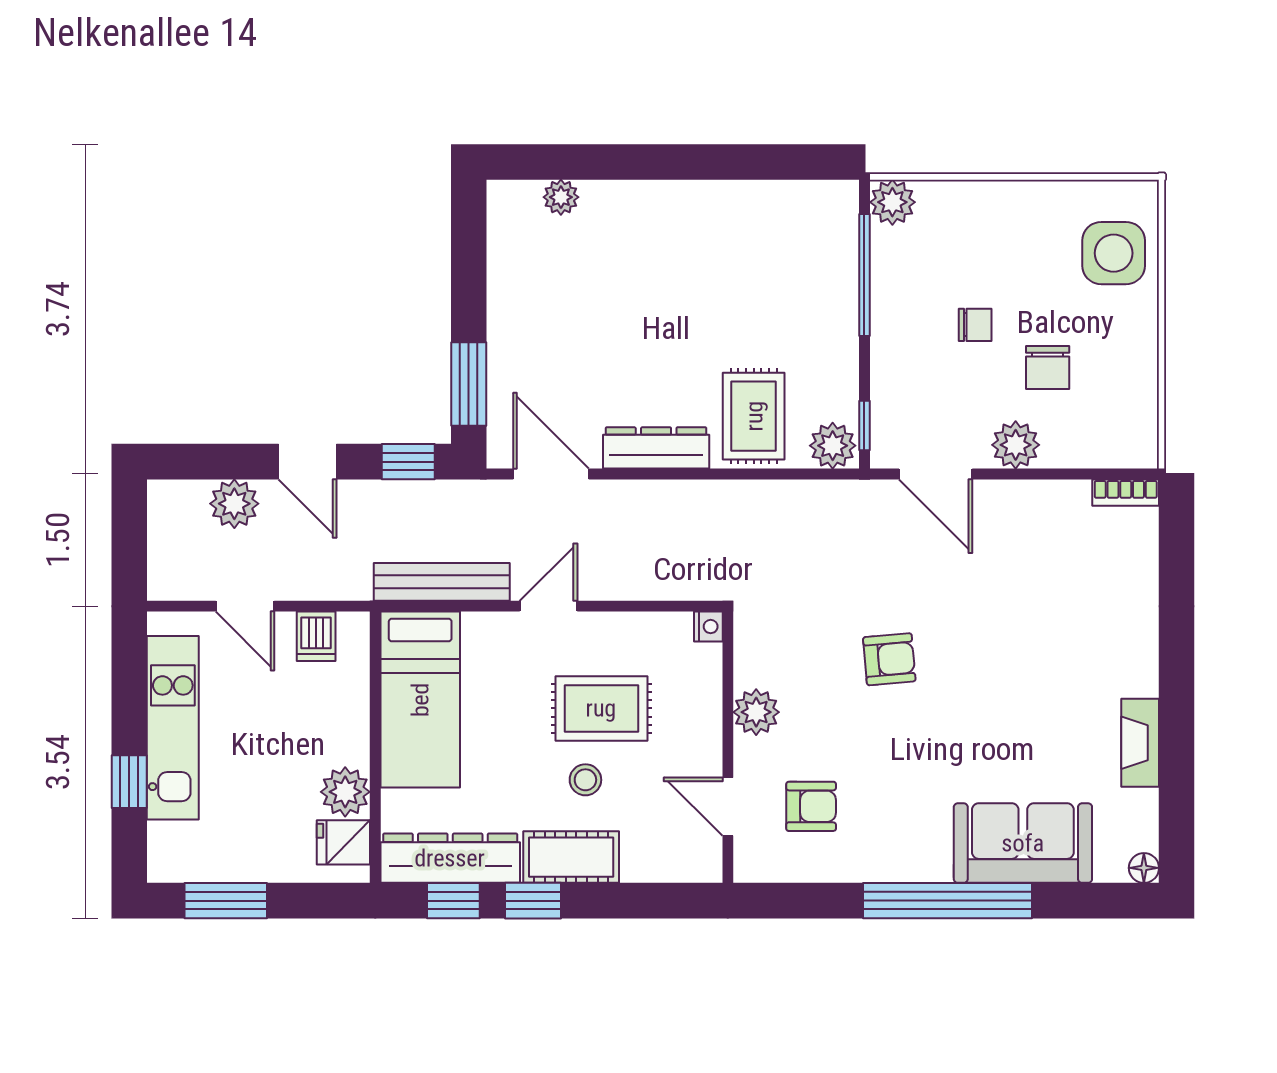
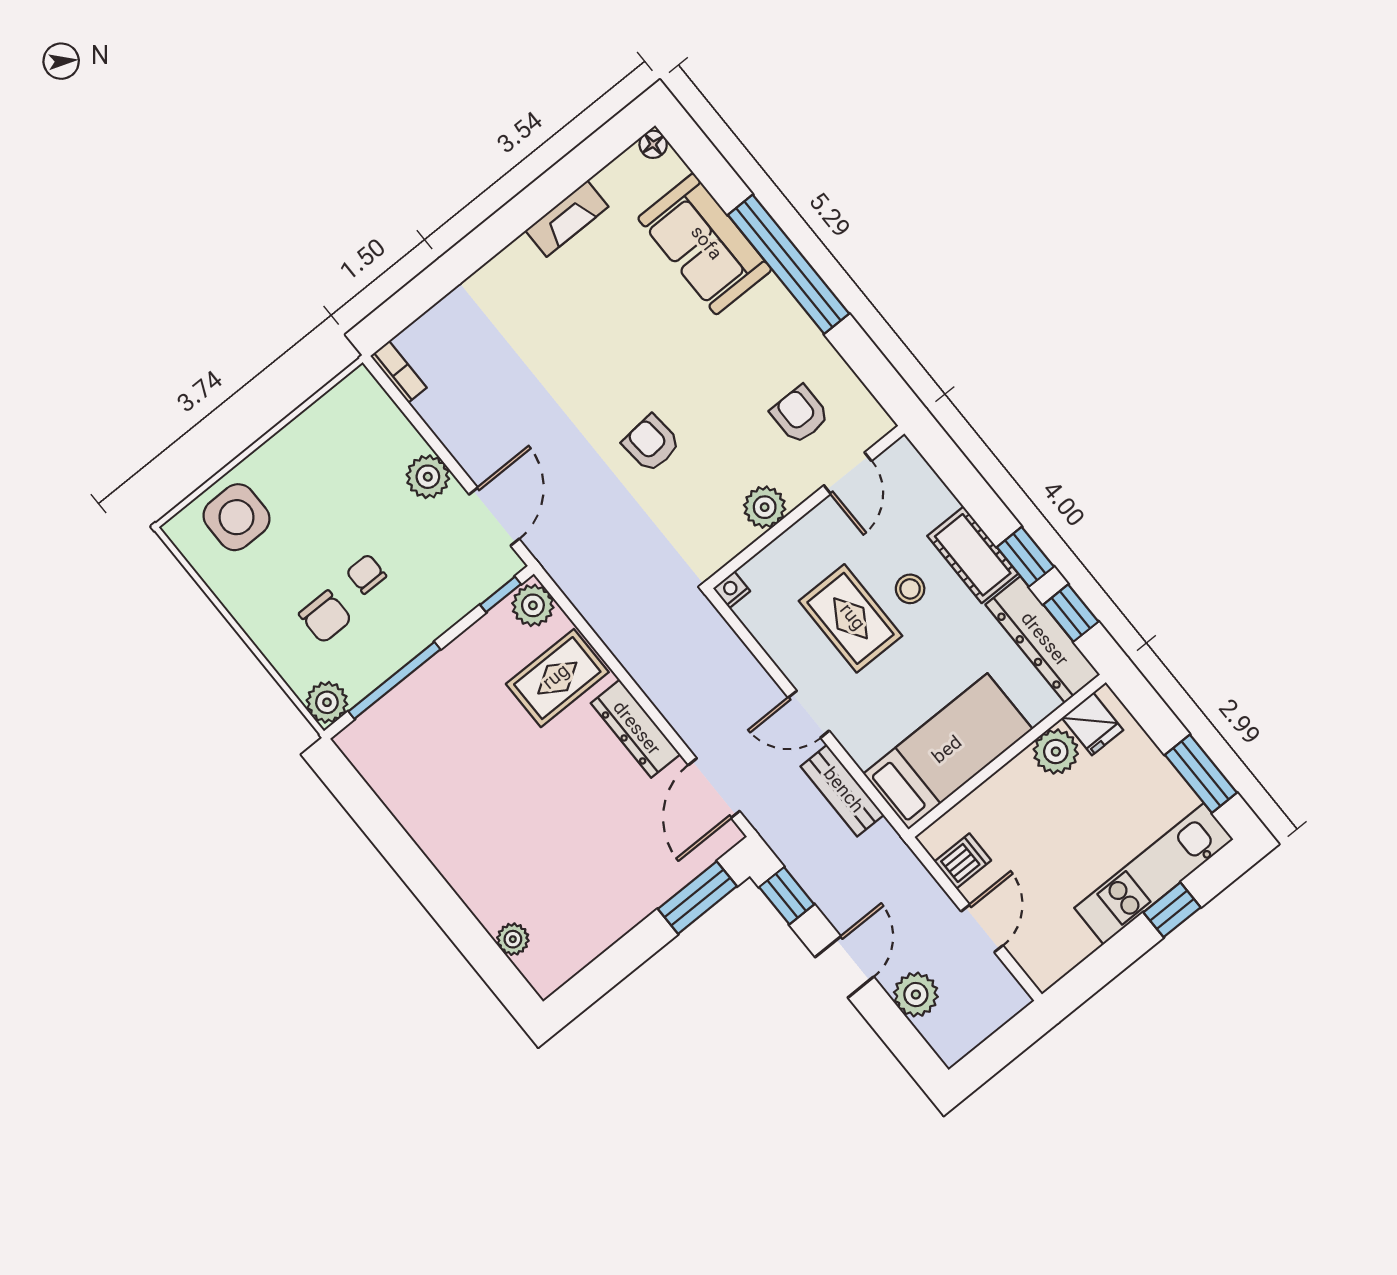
chair: (1048, 368) -> (325, 617), moved, turned 90
bench: (442, 582) -> (842, 791), width x0.73
kitchen unit: (173, 728) -> (1154, 874), moved

